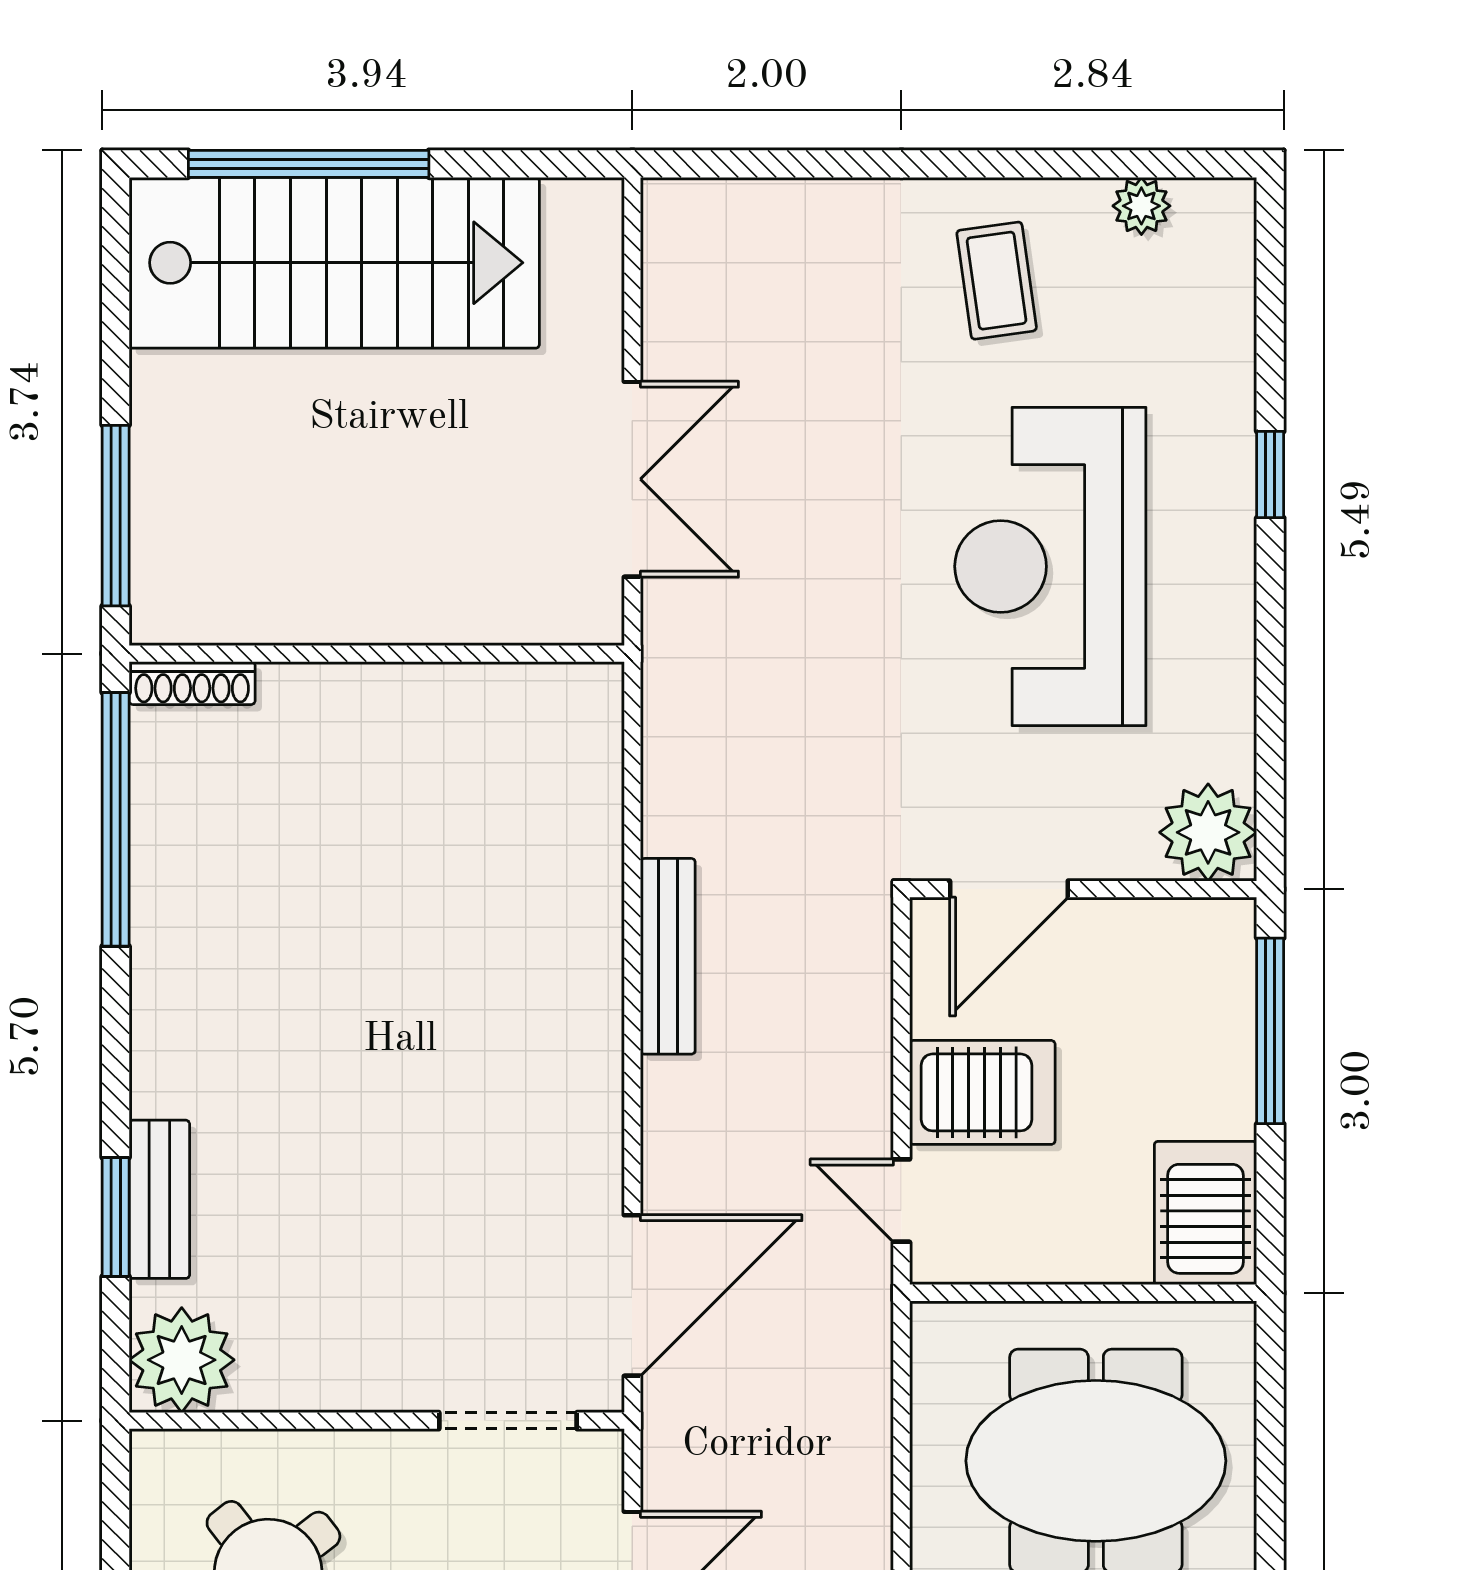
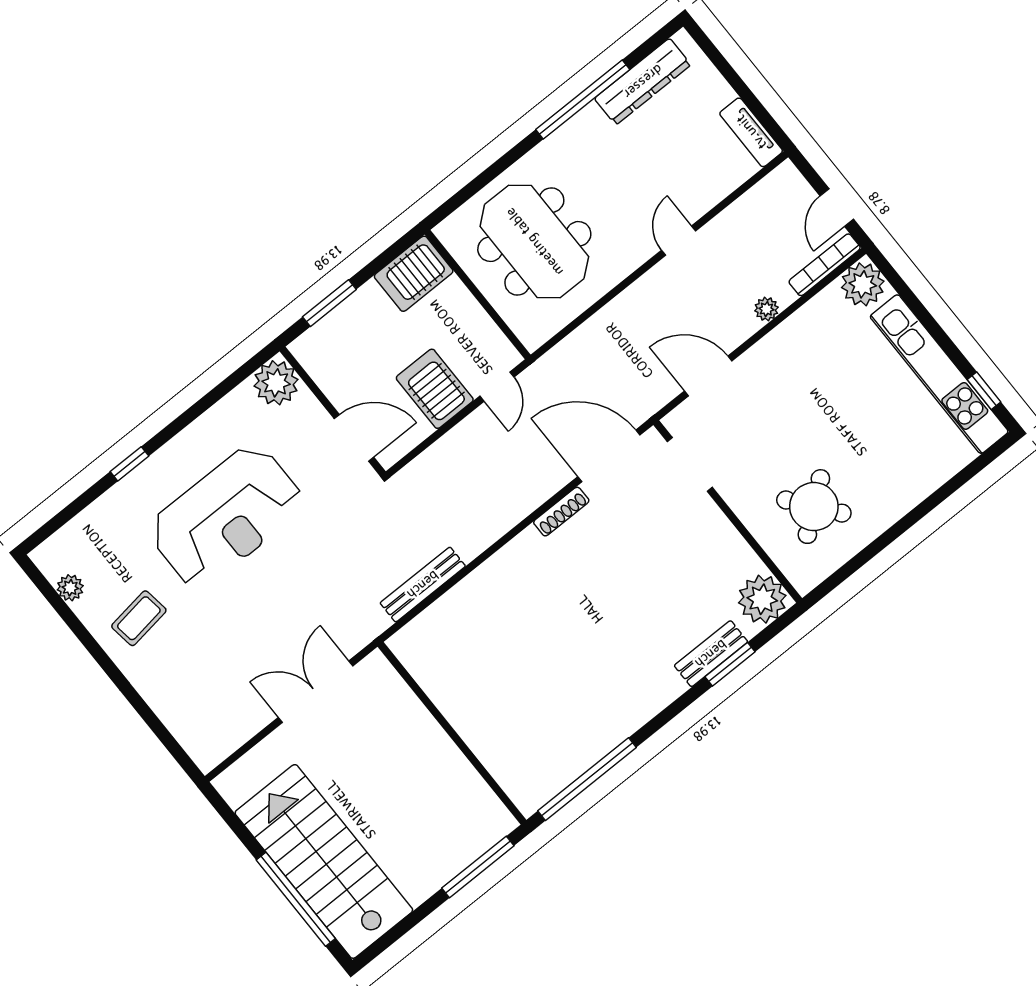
shoe rack: (192, 683) -> (561, 512), moved, turned 90
bench: (668, 956) -> (423, 585), moved
window: (1270, 1031) -> (329, 303), width x0.69

